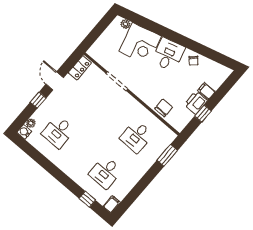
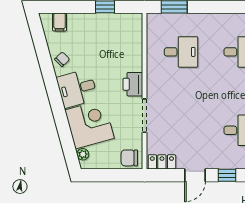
filing cabinet: (206, 91) -> (60, 22), moved
printer: (196, 103) -> (133, 84), moved, turned 90
chair: (164, 108) -> (129, 158), moved

